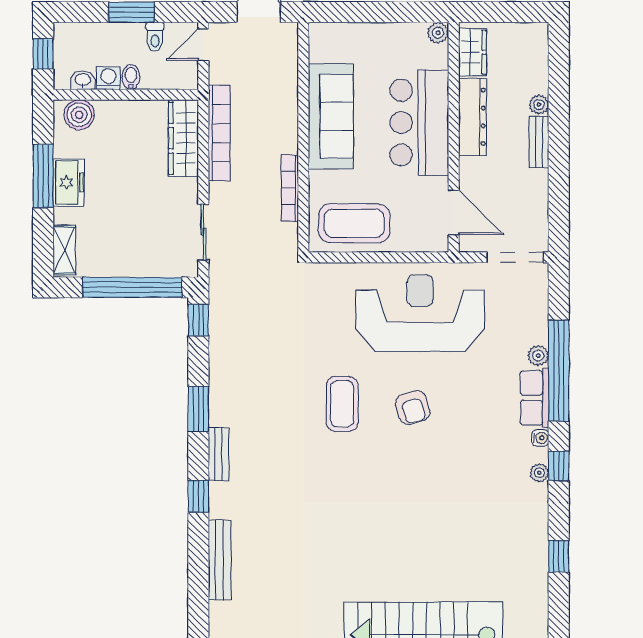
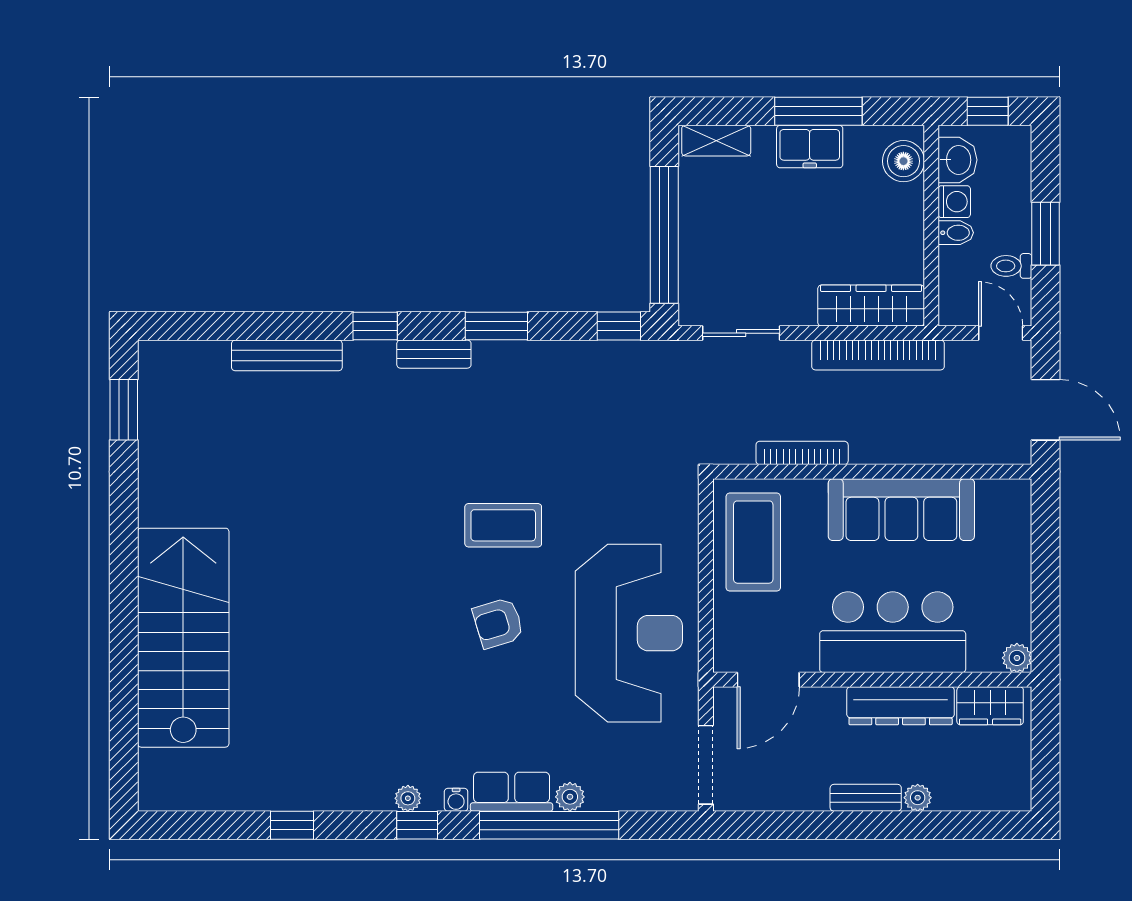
washbasin: (83, 80) -> (957, 160), width x1.38, depth x1.45

